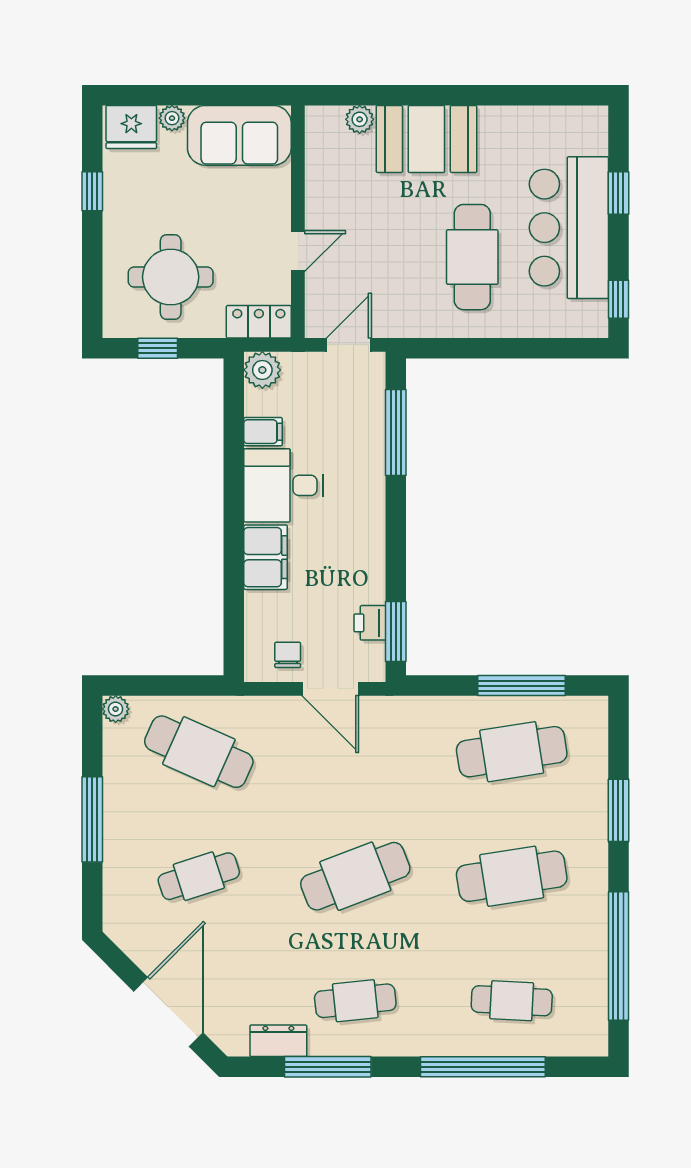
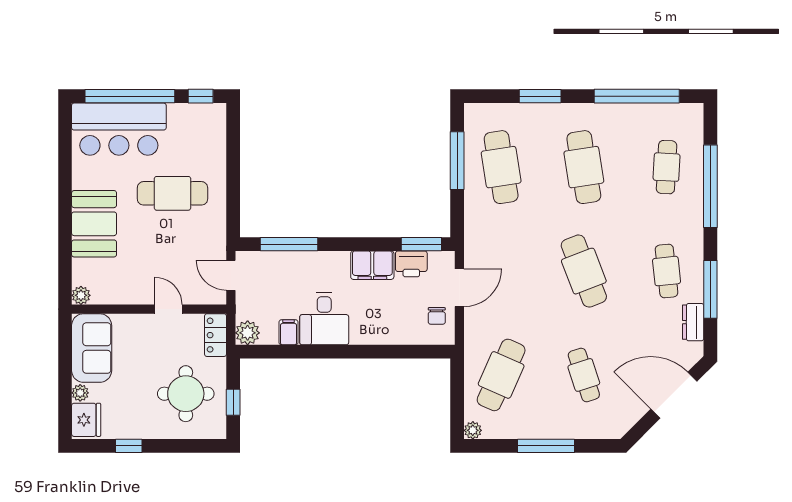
plant: (360, 119) -> (81, 295), moved
window: (618, 193) -> (130, 96), width x3.17
bar counter: (569, 228) -> (119, 129), moved
filing cabinet: (266, 557) -> (372, 265), moved, turned 180
printer: (370, 623) -> (411, 264), width x1.36, depth x1.24
chair: (288, 655) -> (437, 316), turned -90

